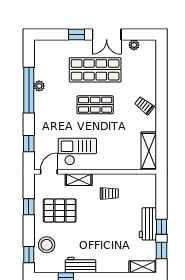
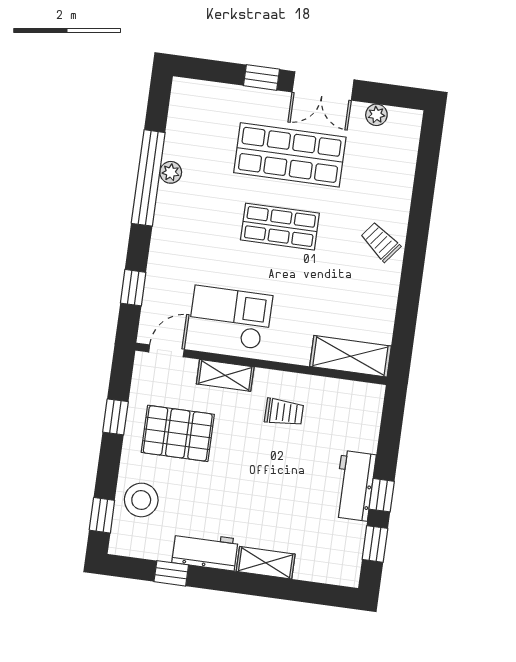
shelving: (149, 151) -> (350, 356), moved, turned 90
shelving: (143, 267) -> (266, 563), moved

